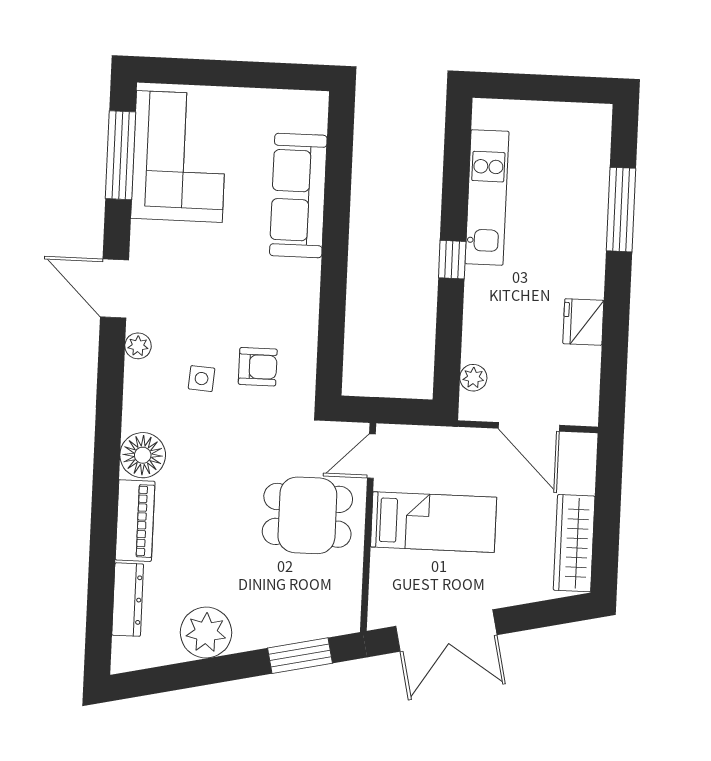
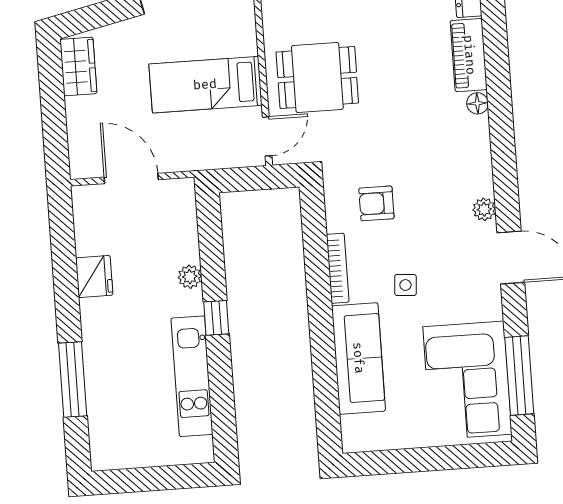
bookcase: (310, 299) -> (338, 268), added
plant: (473, 378) -> (190, 277), moved
side table: (202, 379) -> (405, 285), moved
floor lamp: (143, 455) -> (477, 103), width x0.53, depth x0.53
wardrobe: (574, 543) -> (78, 66), width x0.67

